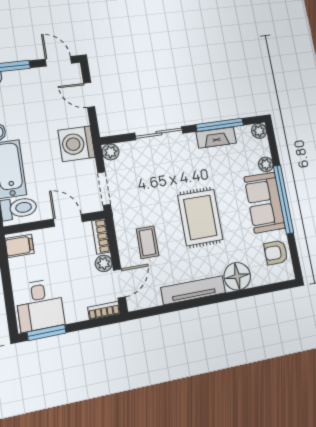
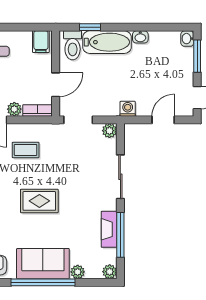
washing machine: (76, 144) -> (128, 109), width x0.53, depth x0.53
rug: (200, 217) -> (39, 201), width x0.73, depth x0.70

